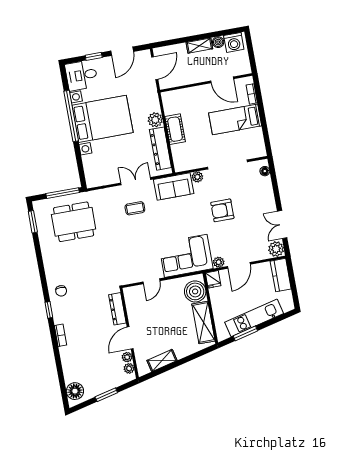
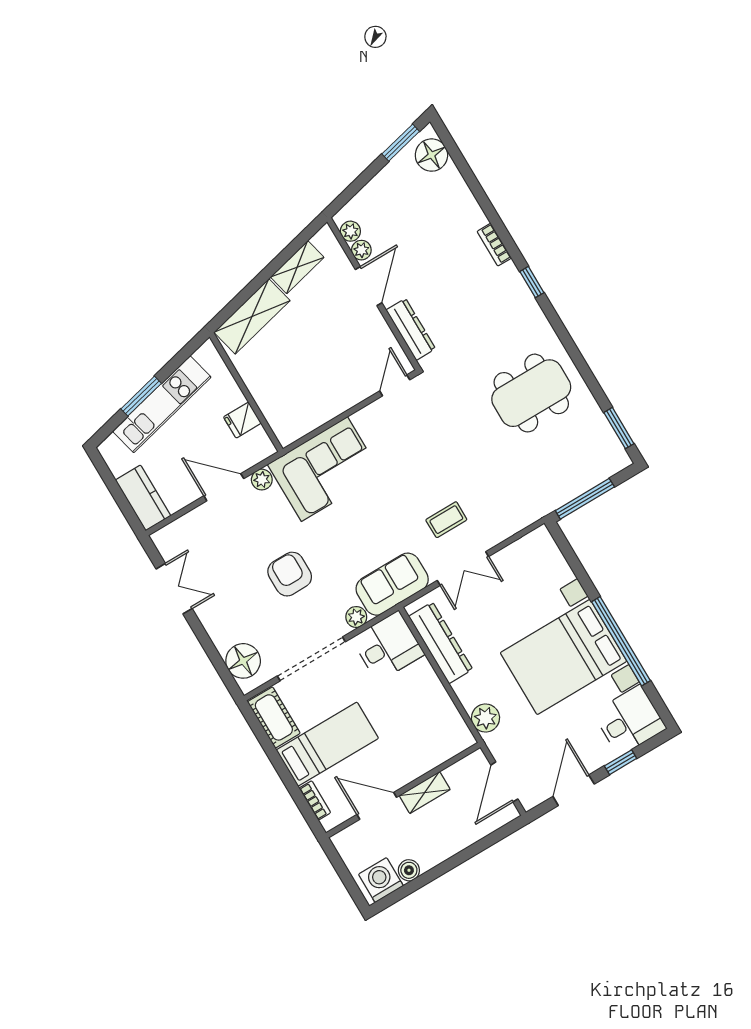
shelving: (199, 46) -> (425, 793), moved
plant: (155, 120) -> (485, 718), moved
cot: (175, 129) -> (274, 717), moved
desk: (187, 157) -> (388, 646), added
floor lamp: (265, 171) -> (243, 661), width x1.89, depth x1.89
armchair: (222, 210) -> (290, 574), turned -90
dining table: (74, 222) -> (531, 393), moved
plant: (276, 249) -> (169, 541), removed
door: (239, 265) -> (224, 487), hinge flipped
fridge: (213, 279) -> (242, 420), moved, turned -90
door: (151, 281) -> (395, 385), moved
chair: (61, 291) -> (523, 324), removed
boiler: (195, 291) -> (284, 412), removed
shelving: (203, 323) -> (252, 316), moved, turned 76
window: (245, 333) -> (141, 396), moved
window: (106, 395) -> (401, 143), moved

